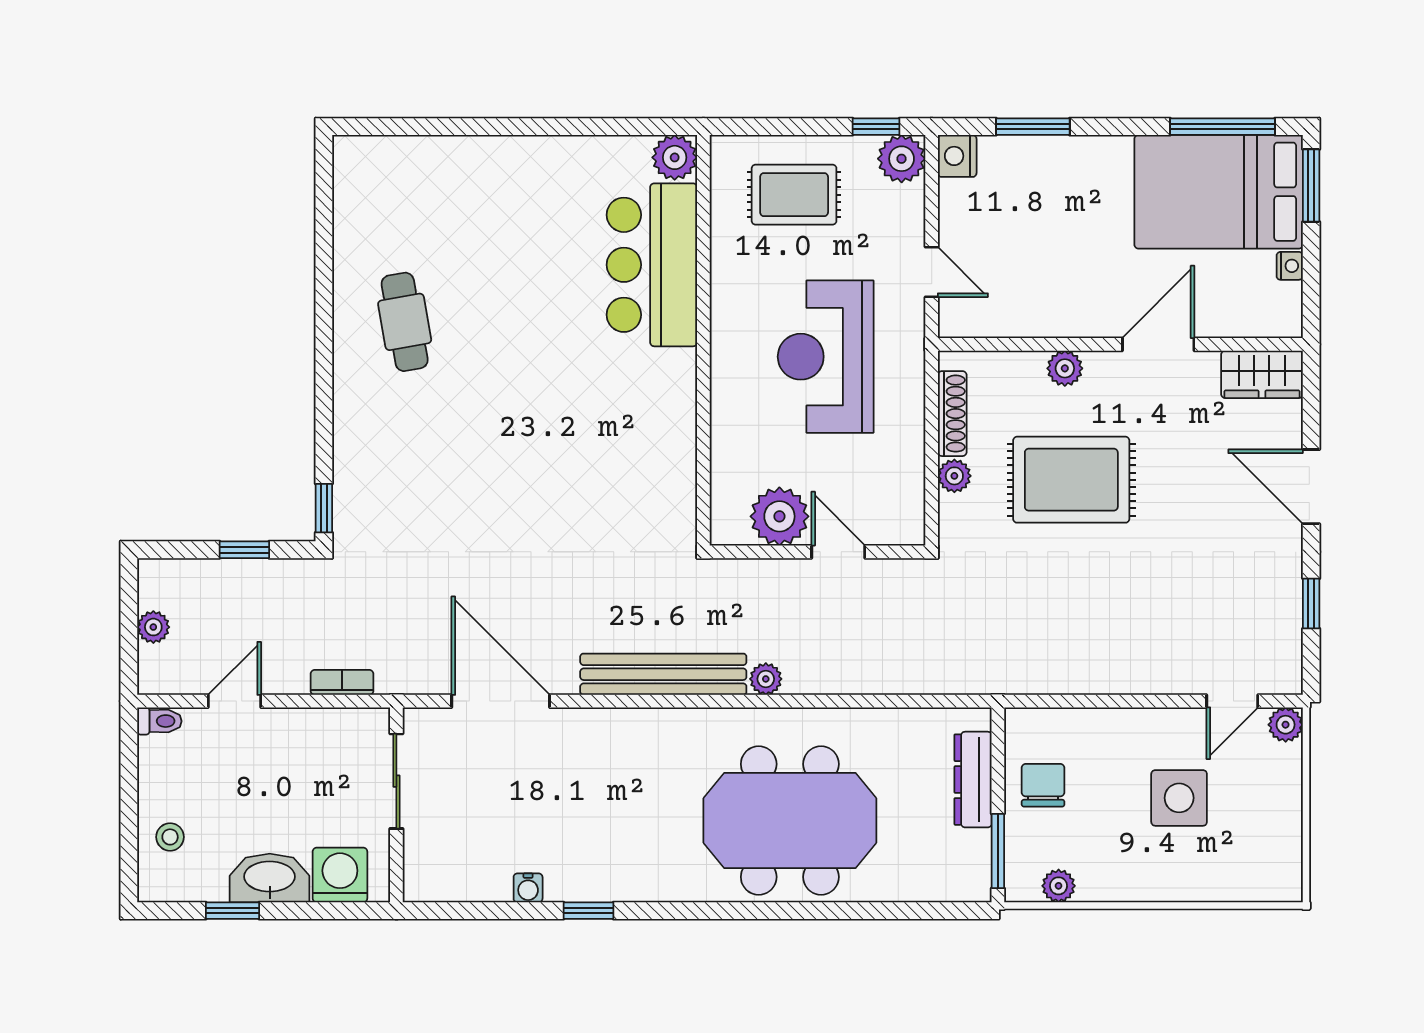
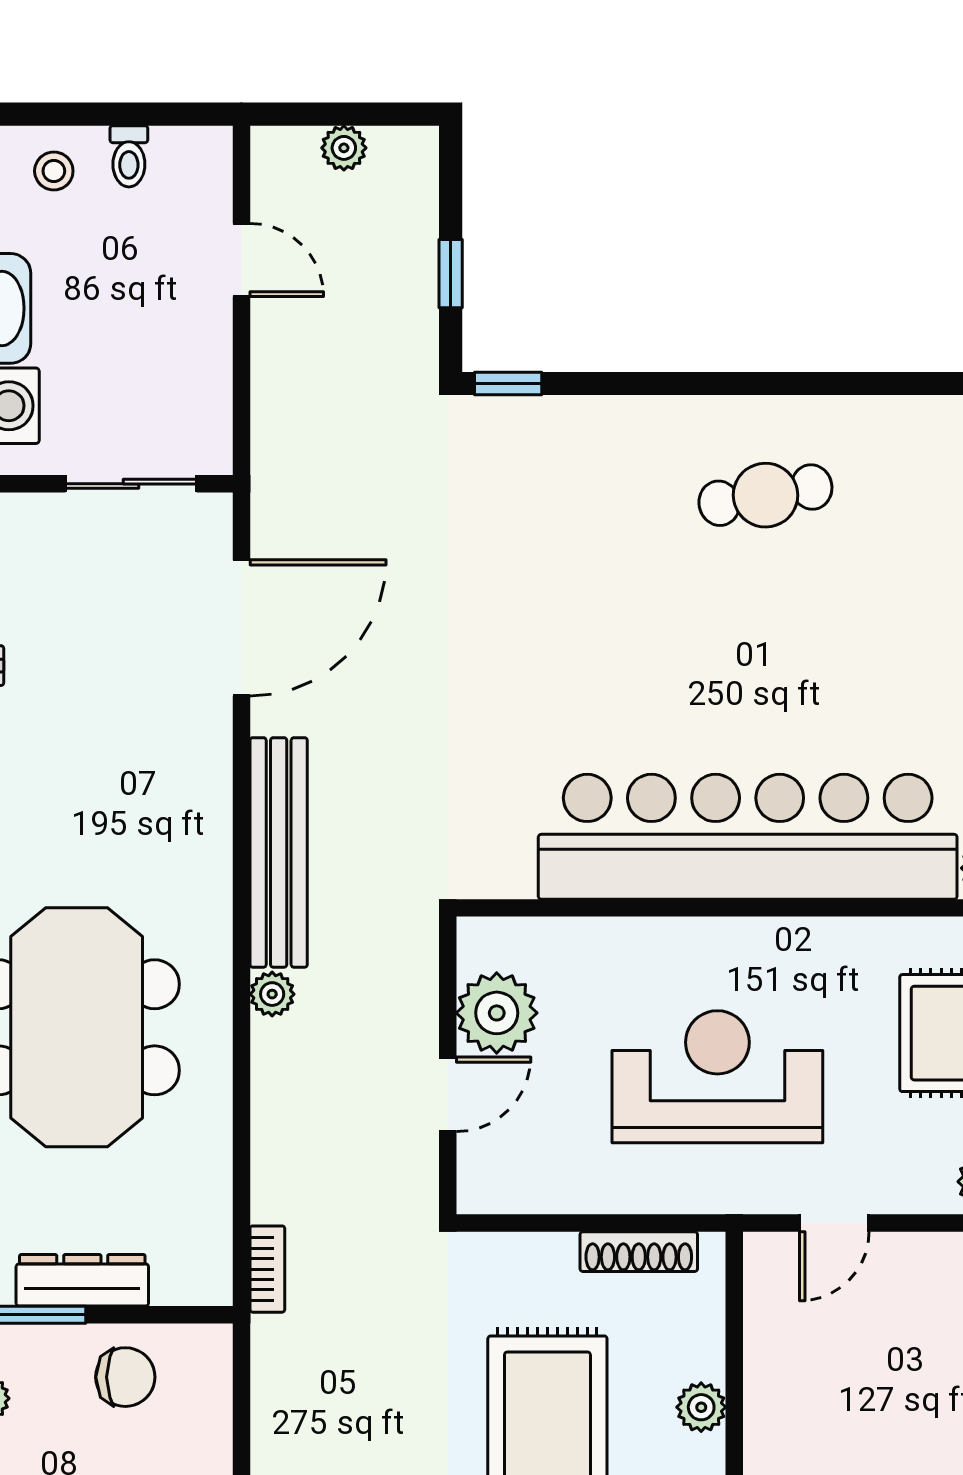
bar counter: (652, 265) -> (748, 837), width x1.86
plant: (954, 476) -> (553, 1255), removed
bookcase: (342, 682) -> (267, 1269), moved
toilet: (159, 721) -> (129, 156), moved
dresser: (973, 780) -> (82, 1280), moved

